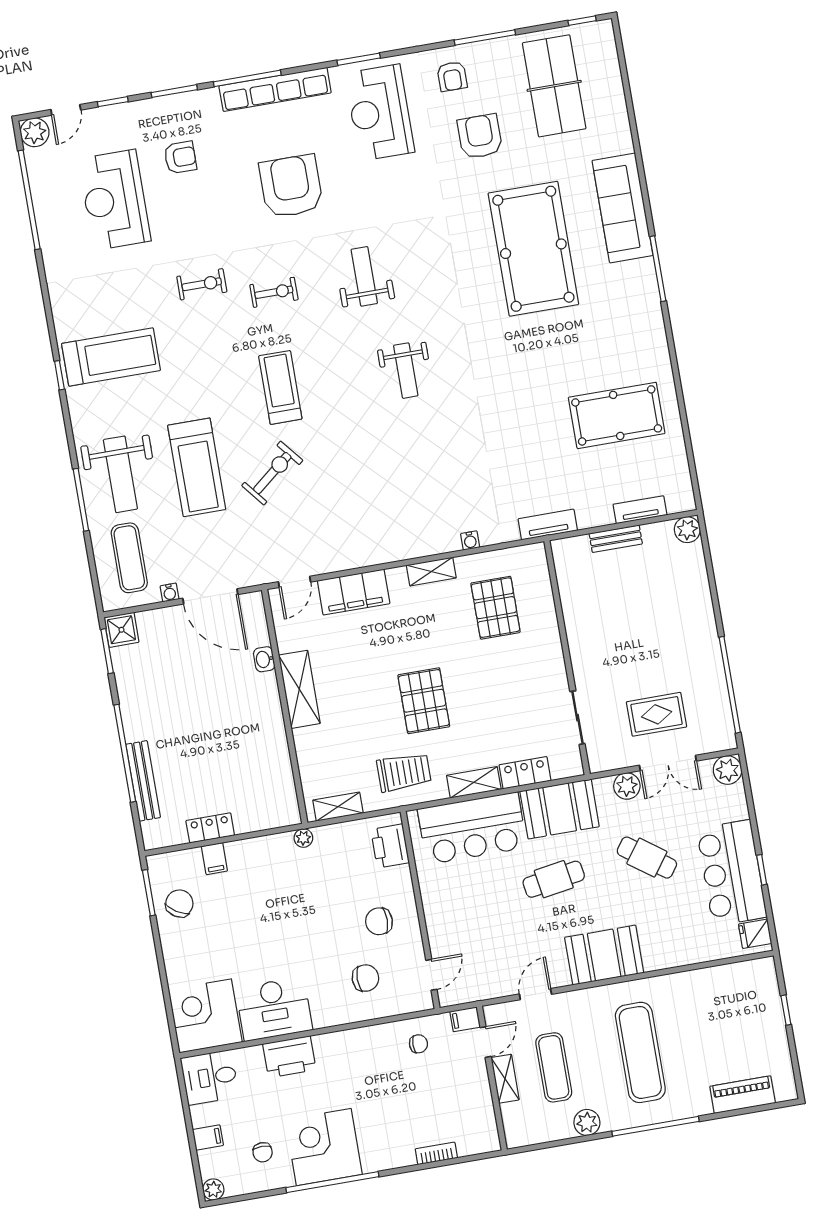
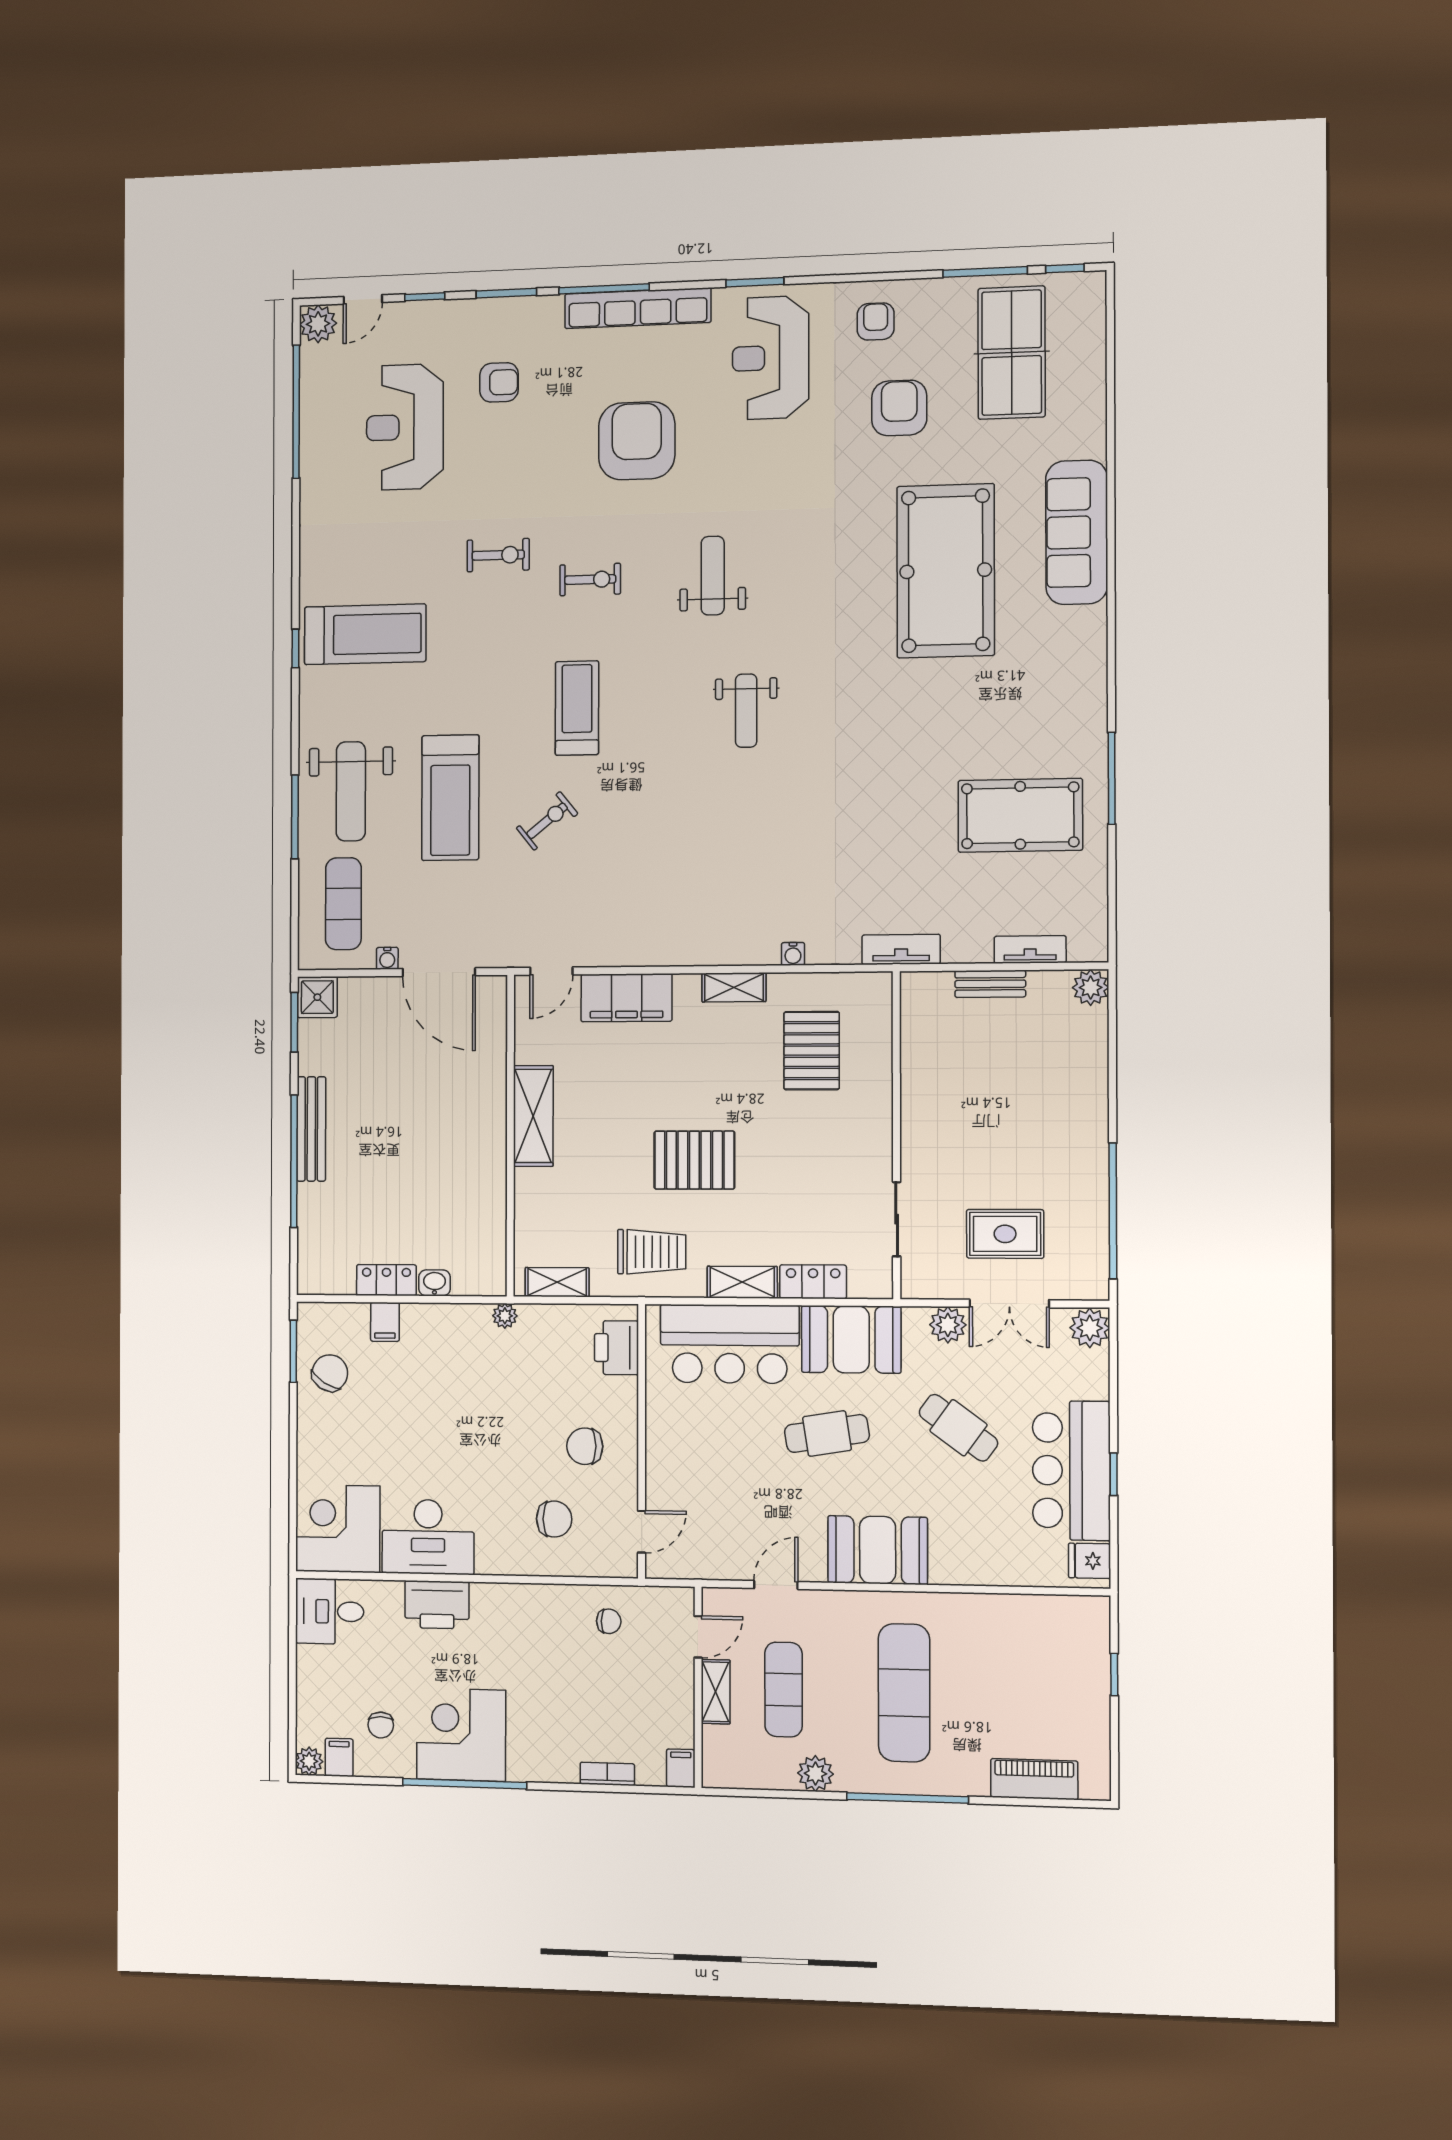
window: (485, 37) -> (985, 272), moved
armchair: (452, 76) -> (876, 322), turned 180
window: (658, 269) -> (1112, 778), moved
exercise bike: (272, 473) -> (547, 821), width x0.73, depth x0.72
washbasin: (264, 659) -> (435, 1283), moved, turned 90
pallet: (424, 701) -> (694, 1160), turned 90
bench: (143, 781) -> (311, 1129), moved
filing cabinet: (465, 1019) -> (681, 1768), moved, turned 90
filing cabinet: (208, 1138) -> (339, 1757), moved, turned -90

